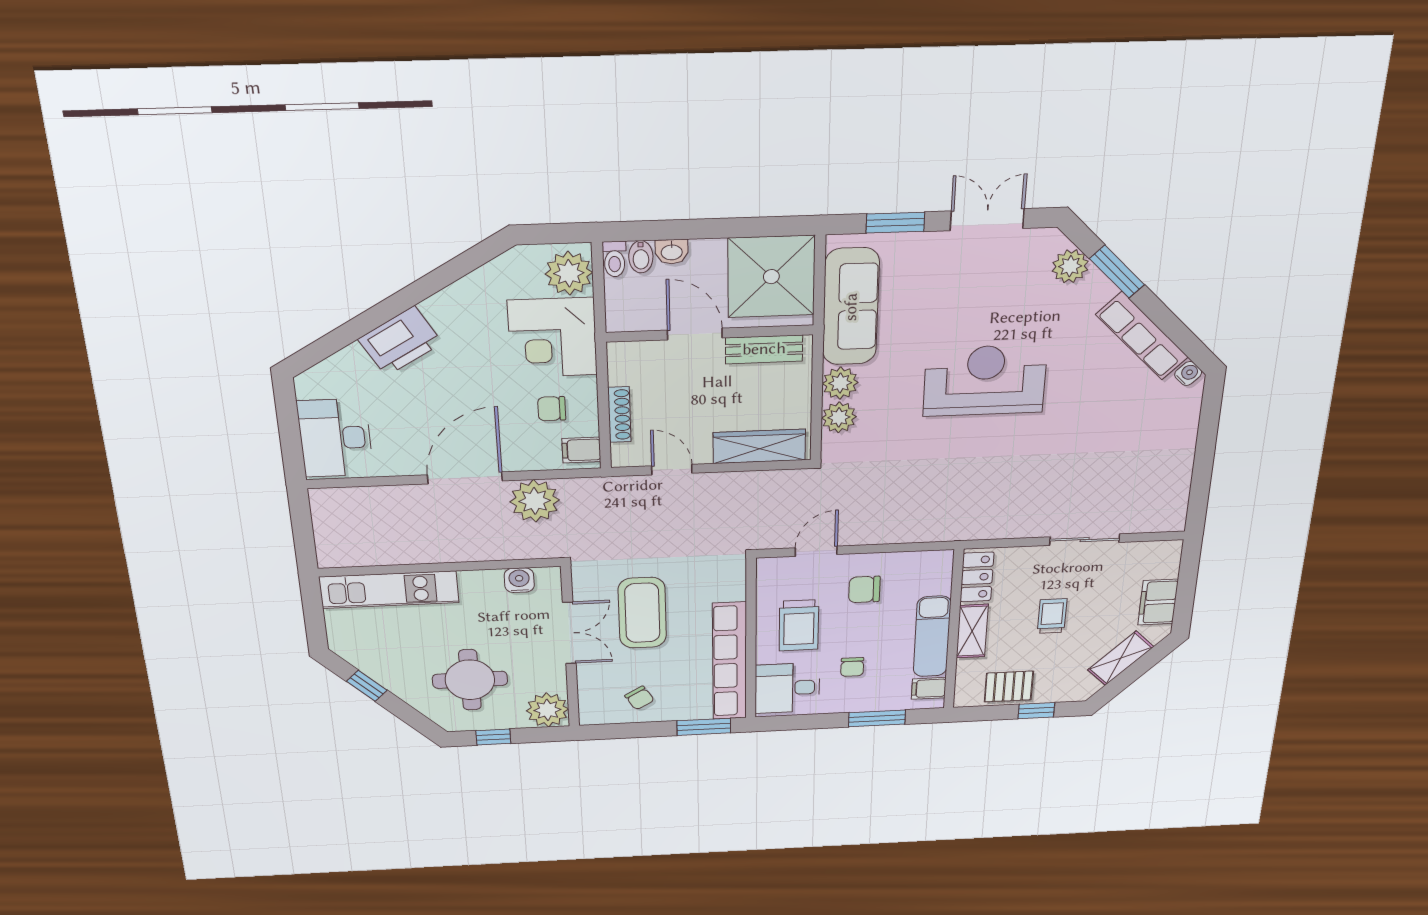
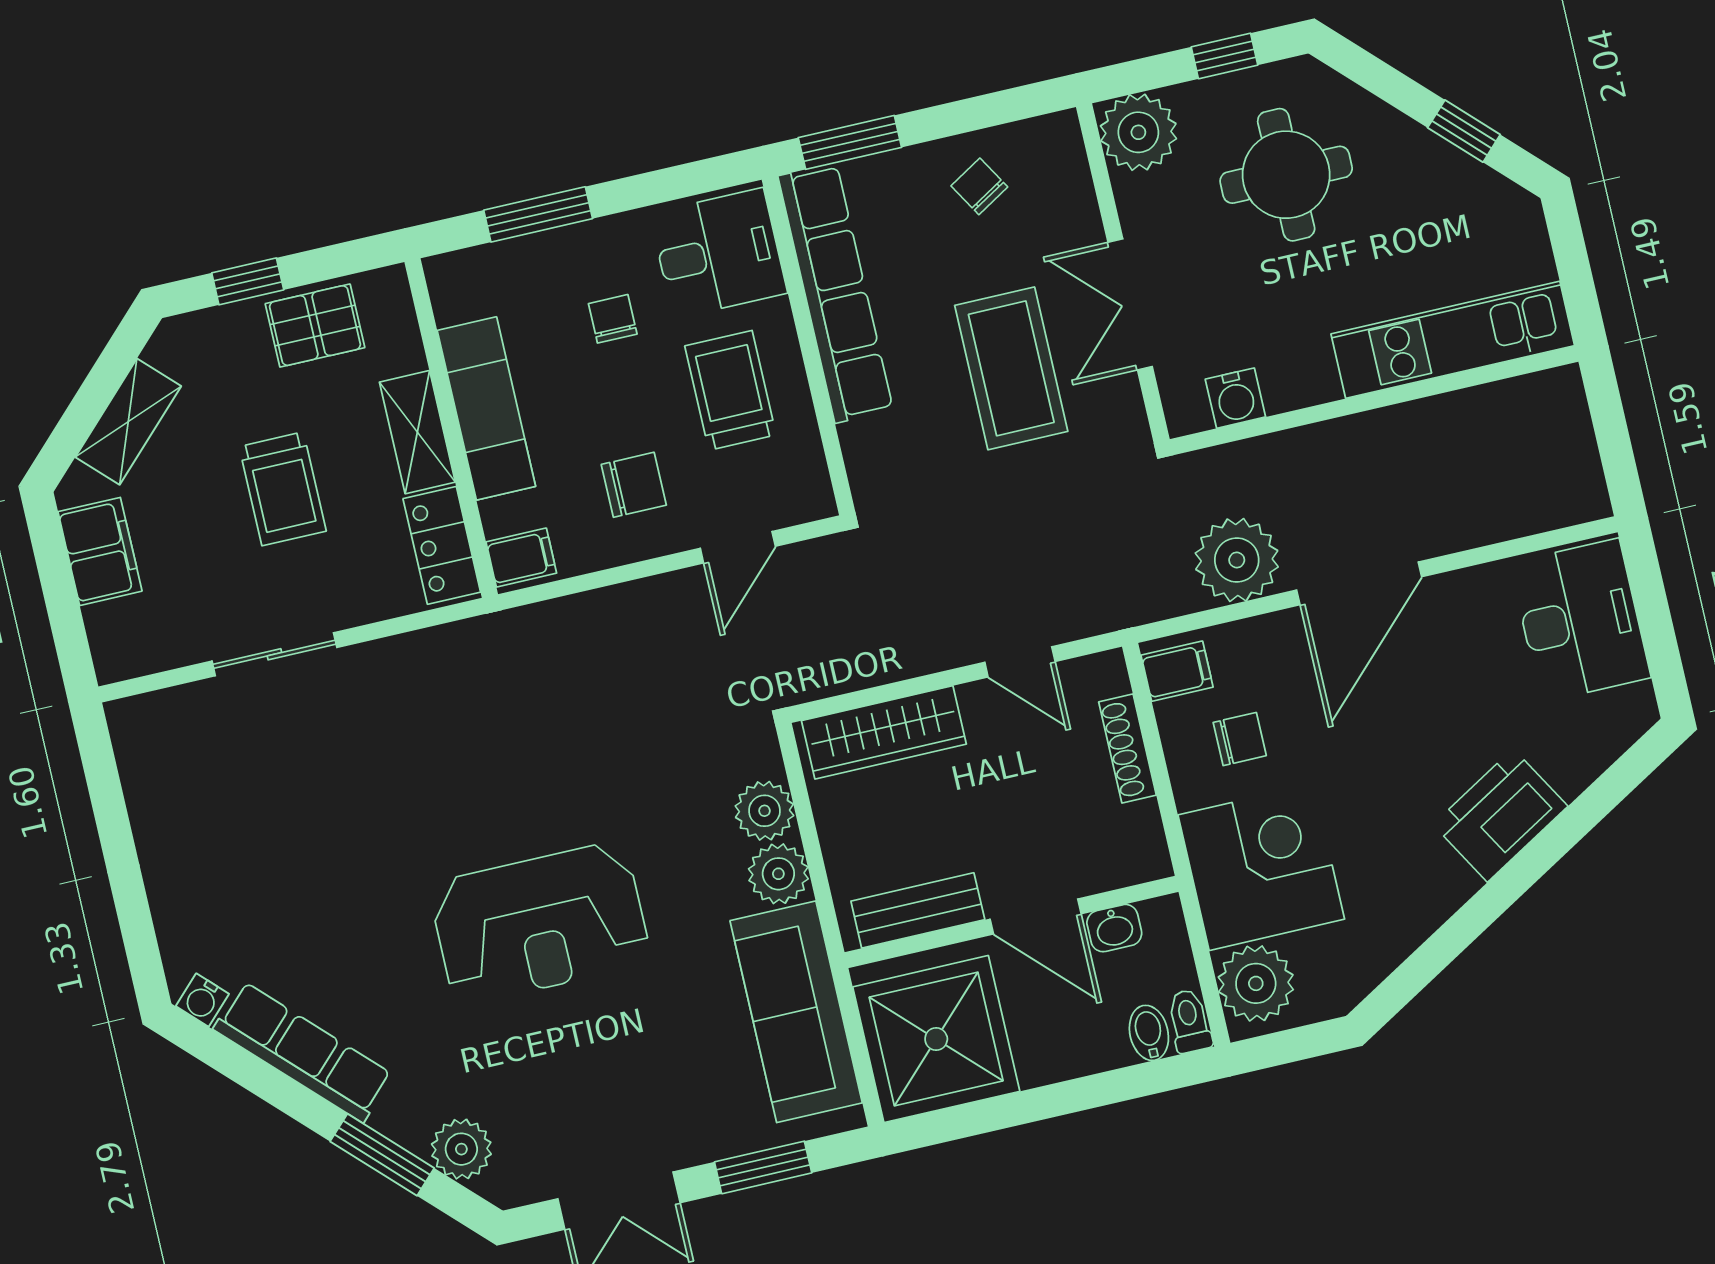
washbasin: (672, 252) -> (1114, 928), moved, turned 180
trolley: (1052, 616) -> (283, 489), width x1.36, depth x1.39
filing cabinet: (929, 688) -> (521, 558), moved

